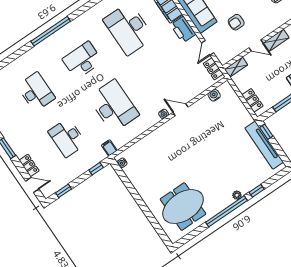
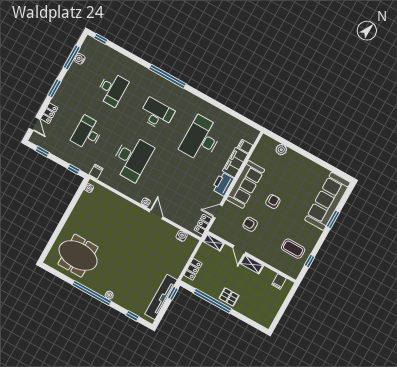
window: (257, 191) -> (132, 316), moved

